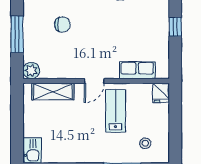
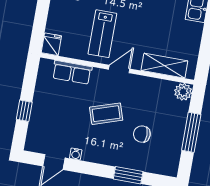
coffee table: (99, 38) -> (106, 114), added

